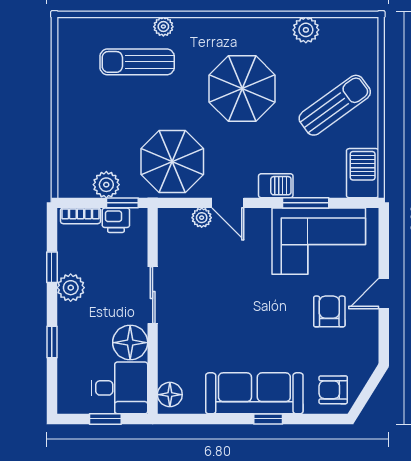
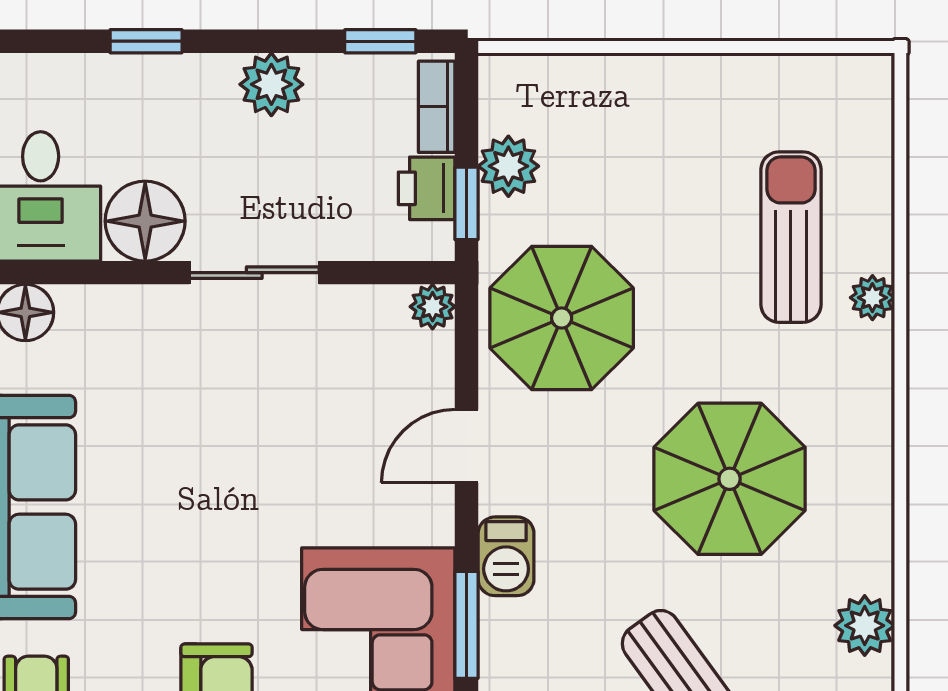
plant: (202, 218) -> (433, 307), moved
window: (52, 267) -> (380, 41), moved

